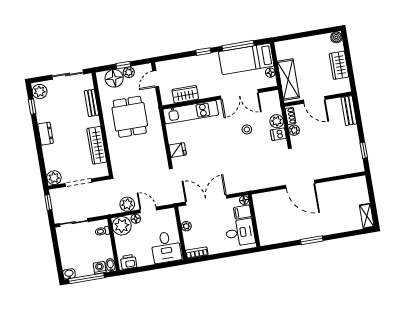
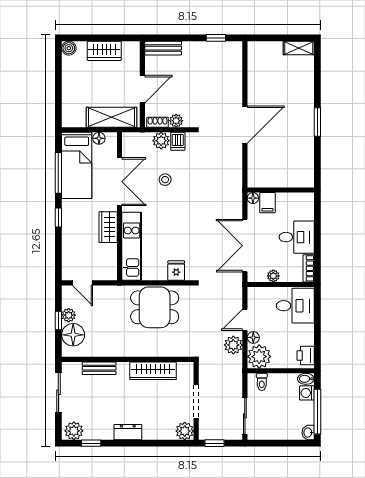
wardrobe: (185, 94) -> (108, 227), moved
dining table: (130, 117) -> (155, 307), moved
desk: (240, 233) -> (297, 237), moved, turned 90

